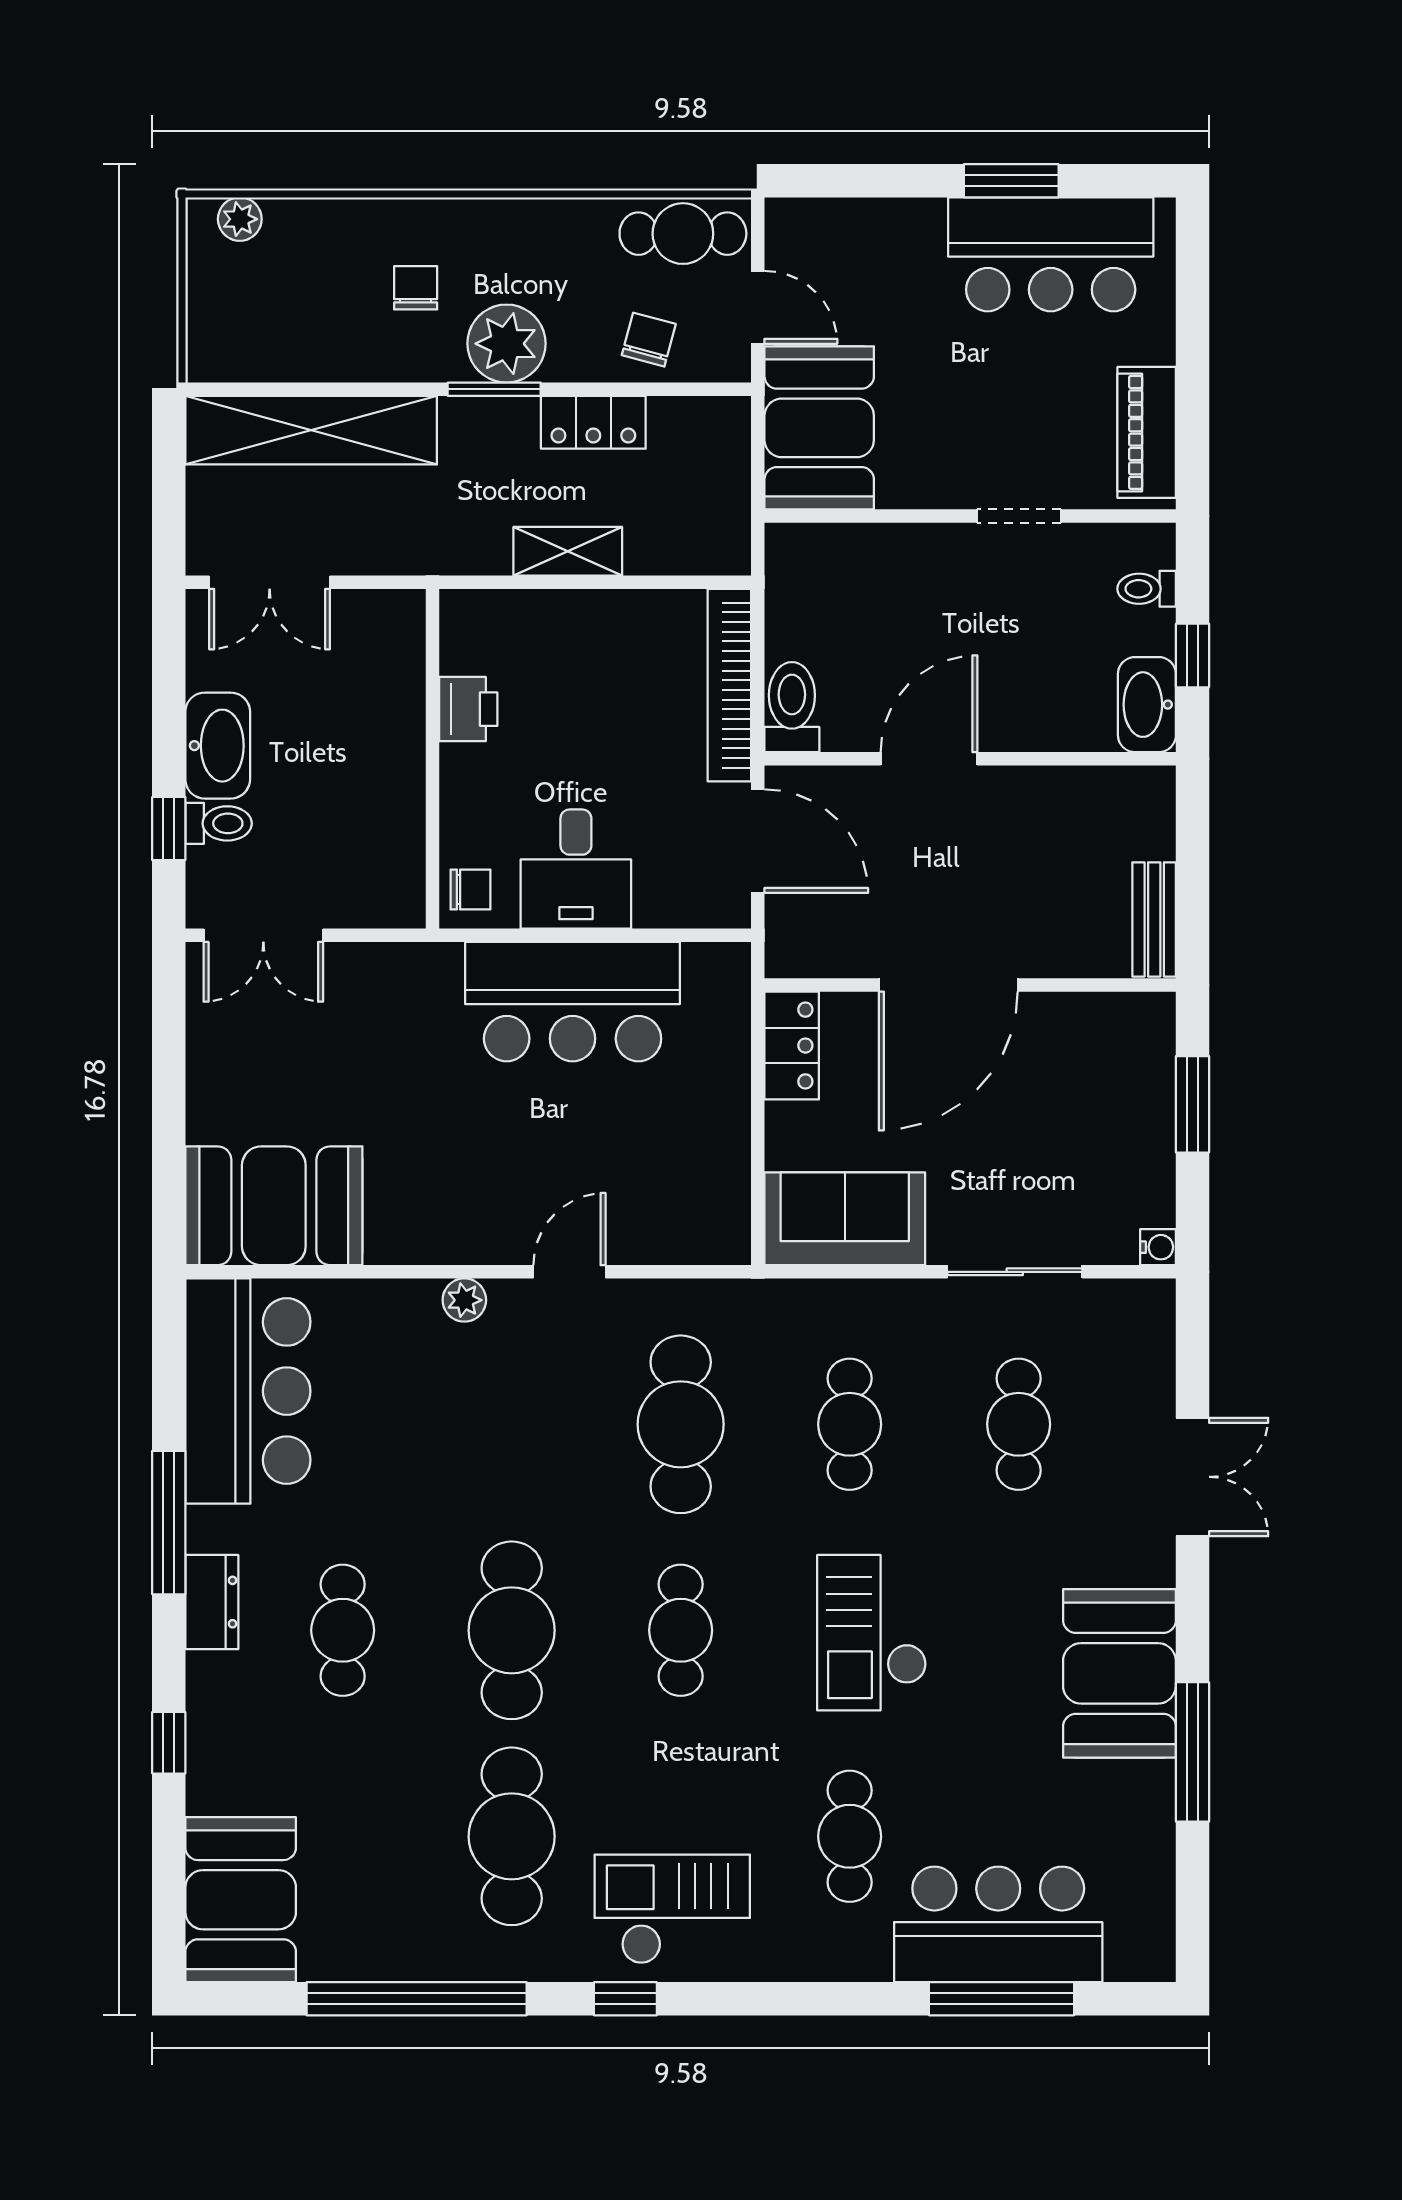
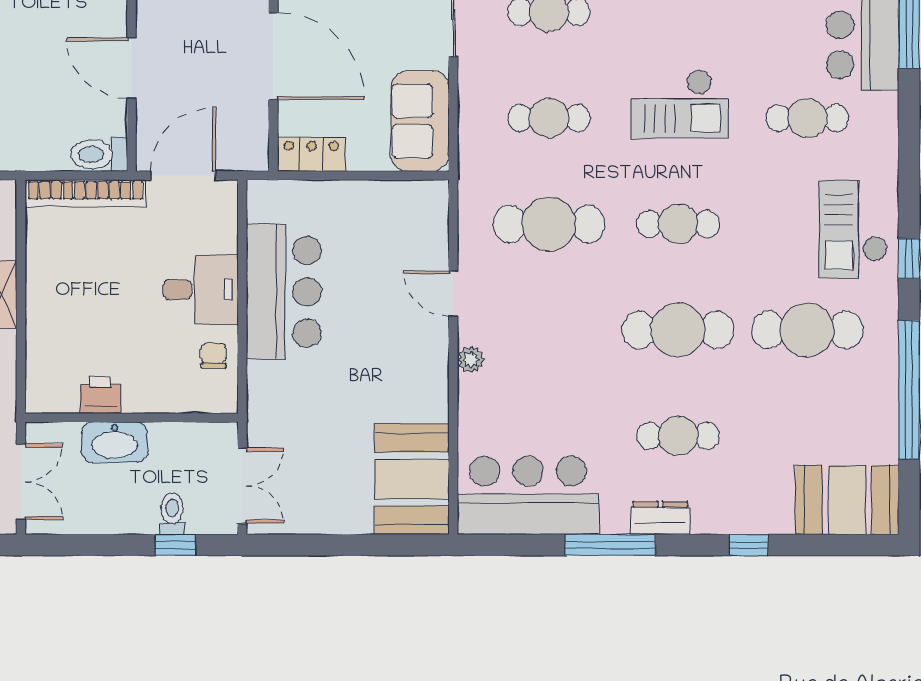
printer: (468, 709) -> (100, 395), moved
washbasin: (218, 746) -> (115, 442), moved, turned 180
wall: (432, 759) -> (132, 418), moved

